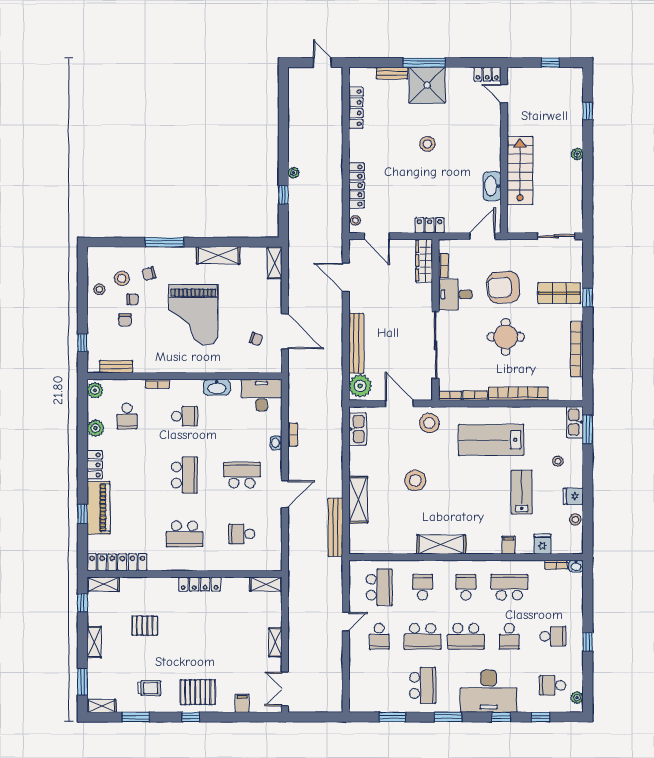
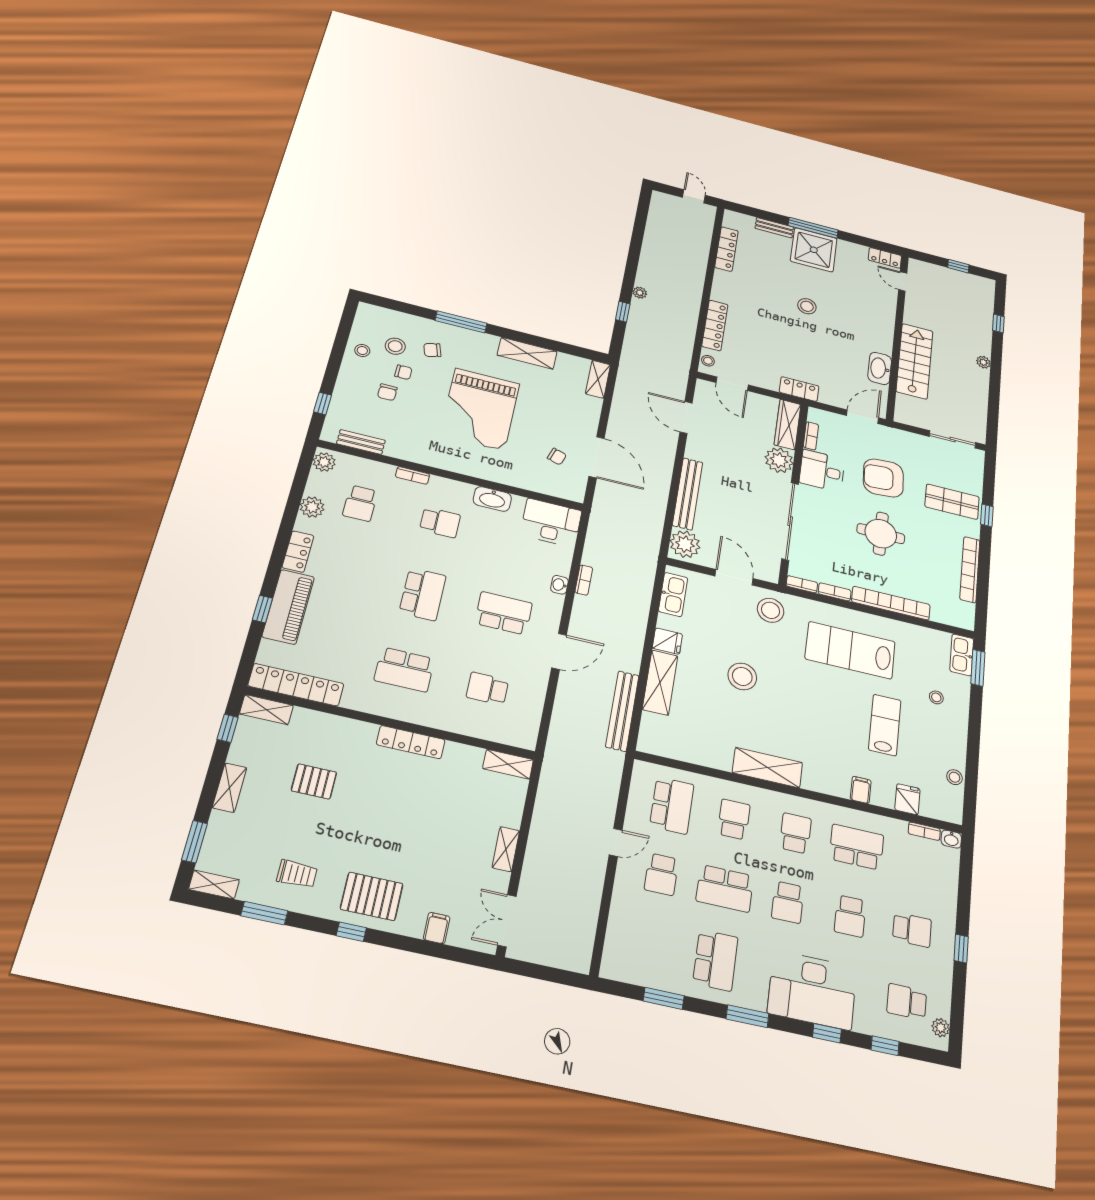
plant: (421, 295) -> (779, 460), added
fridge: (573, 496) -> (667, 641), moved, turned 180
school desk: (466, 636) -> (788, 902), width x0.54

